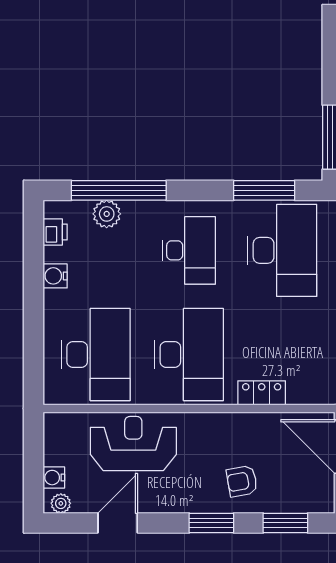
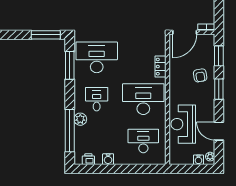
plant: (107, 214) -> (80, 119), moved
desk: (189, 250) -> (97, 99), width x0.73
desk: (96, 354) -> (143, 141), width x0.73, depth x0.77

